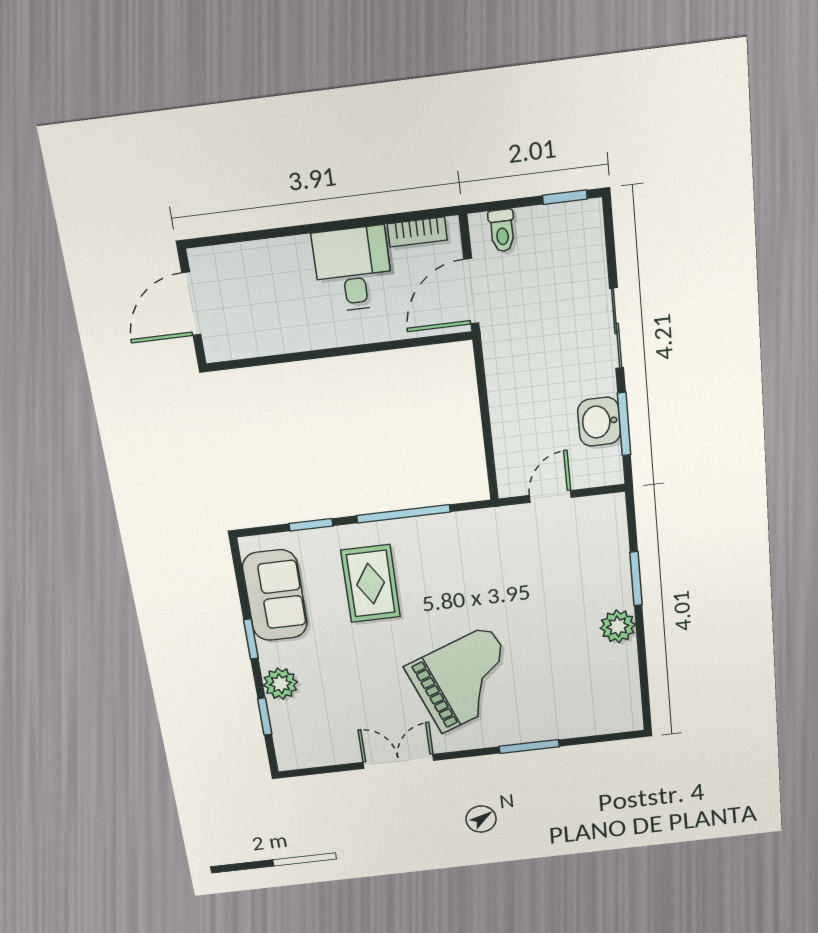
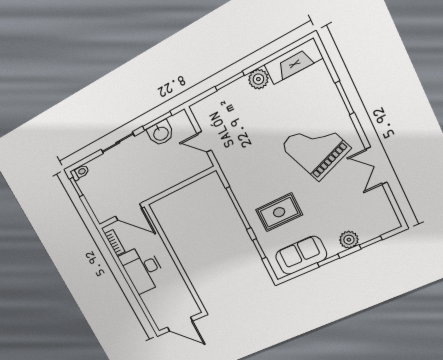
toilet: (502, 231) -> (80, 172), moved
desk: (353, 269) -> (143, 269), width x1.37
fireplace: (621, 689) -> (293, 61), added

